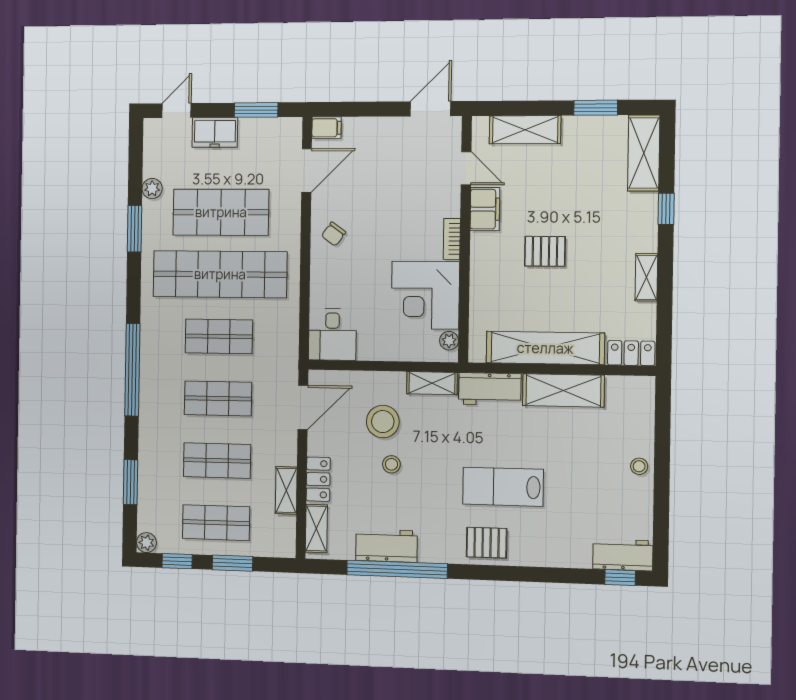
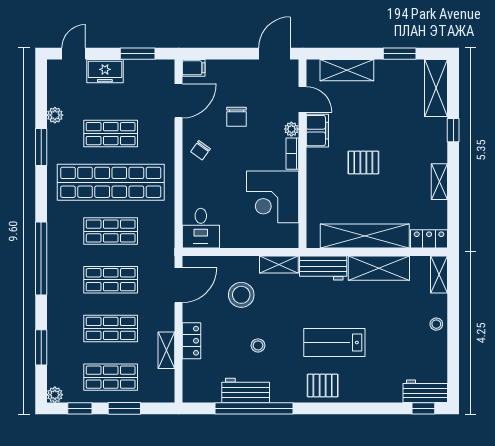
chair: (380, 191) -> (237, 117), added
shop shelf: (221, 212) -> (111, 134), width x0.70, depth x0.74
plant: (449, 341) -> (291, 129), moved
stool: (391, 464) -> (258, 345), moved
shelving: (316, 528) -> (439, 274), moved

